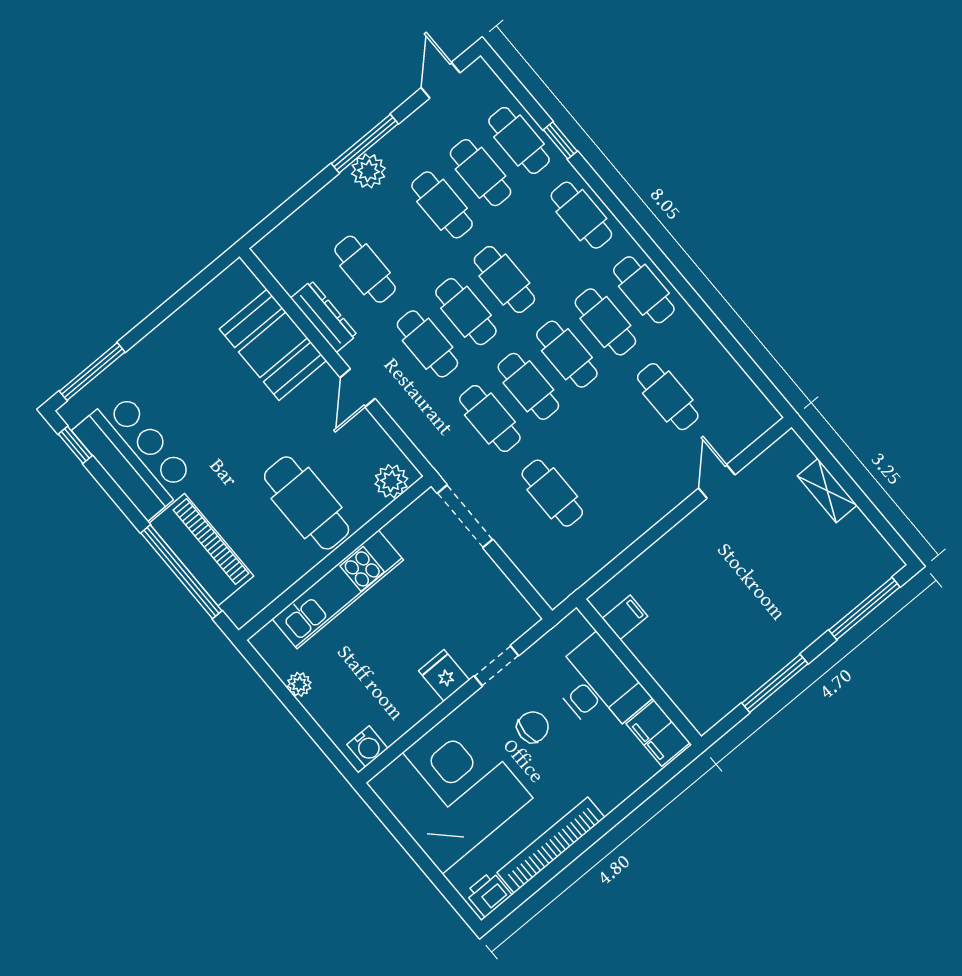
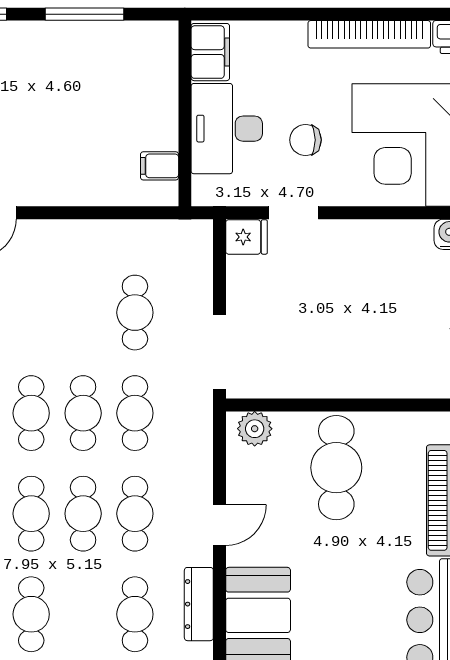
kitchen unit: (338, 589) -> (369, 379), removed
fridge: (444, 675) -> (247, 237), moved, turned -90

